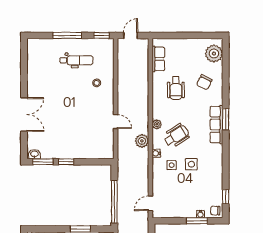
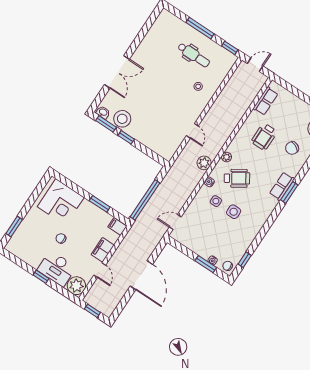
row of seats: (216, 124) -> (282, 186), width x0.68
stool: (53, 149) -> (122, 119), added

